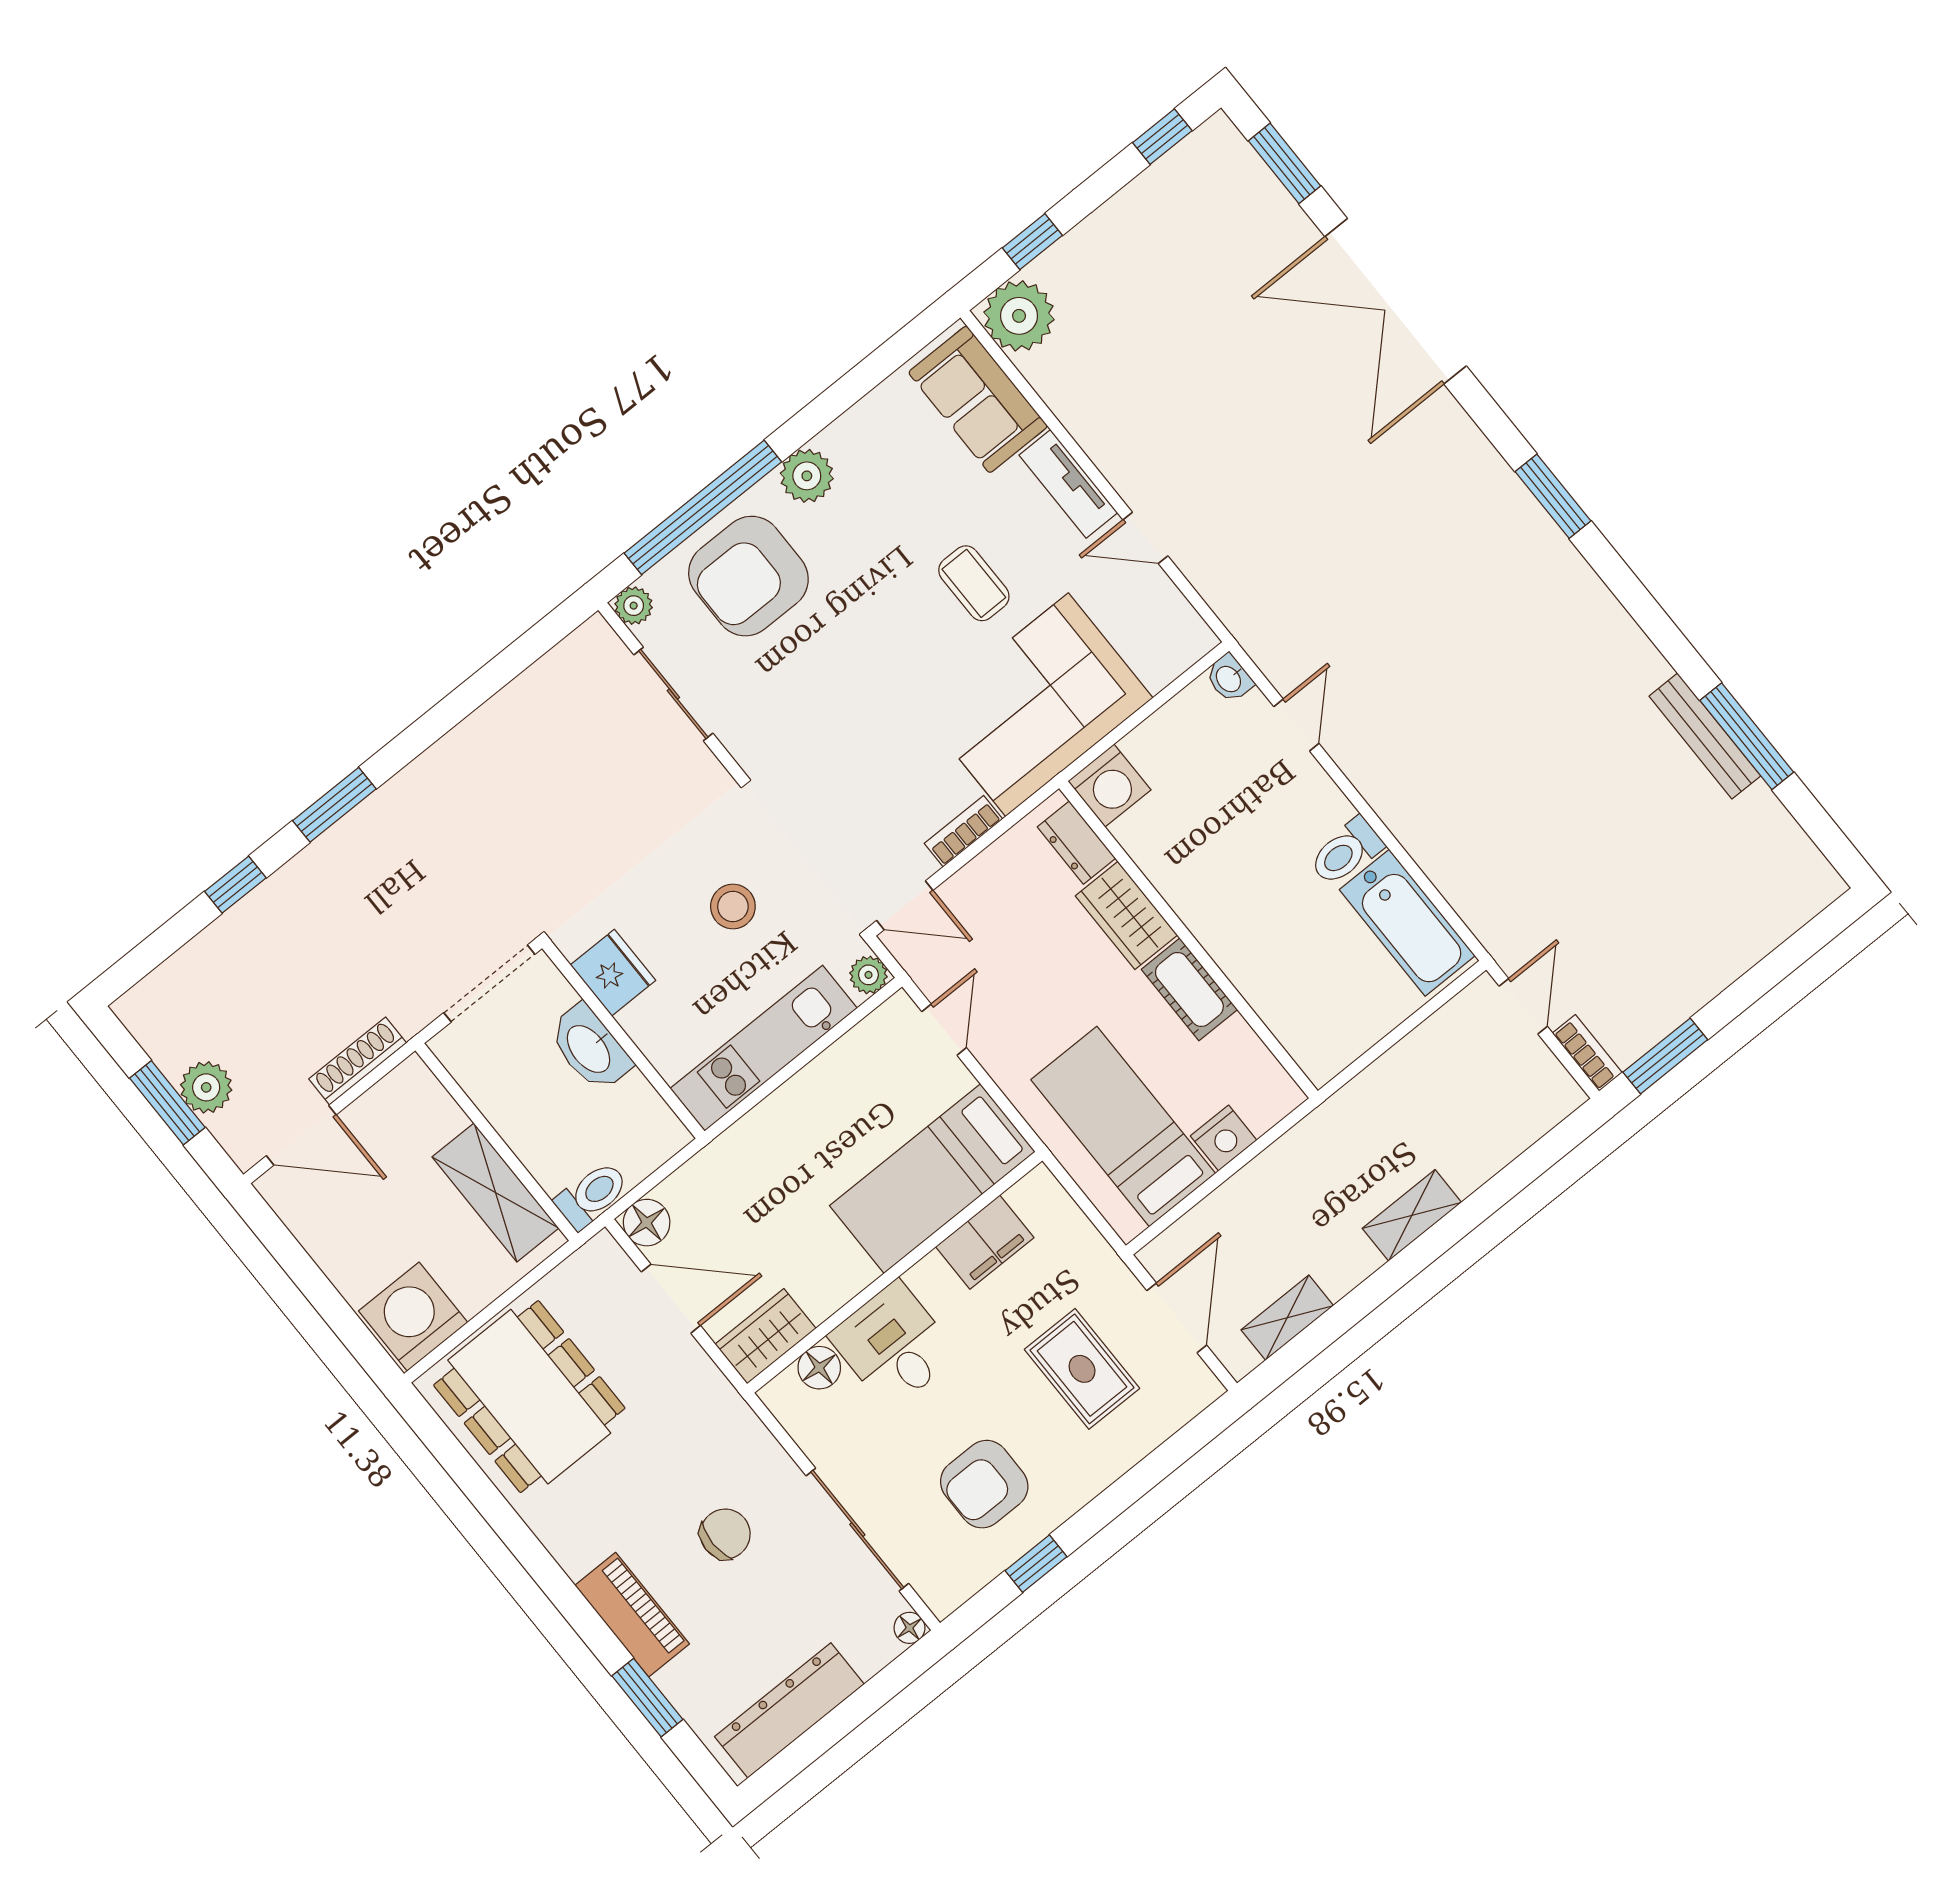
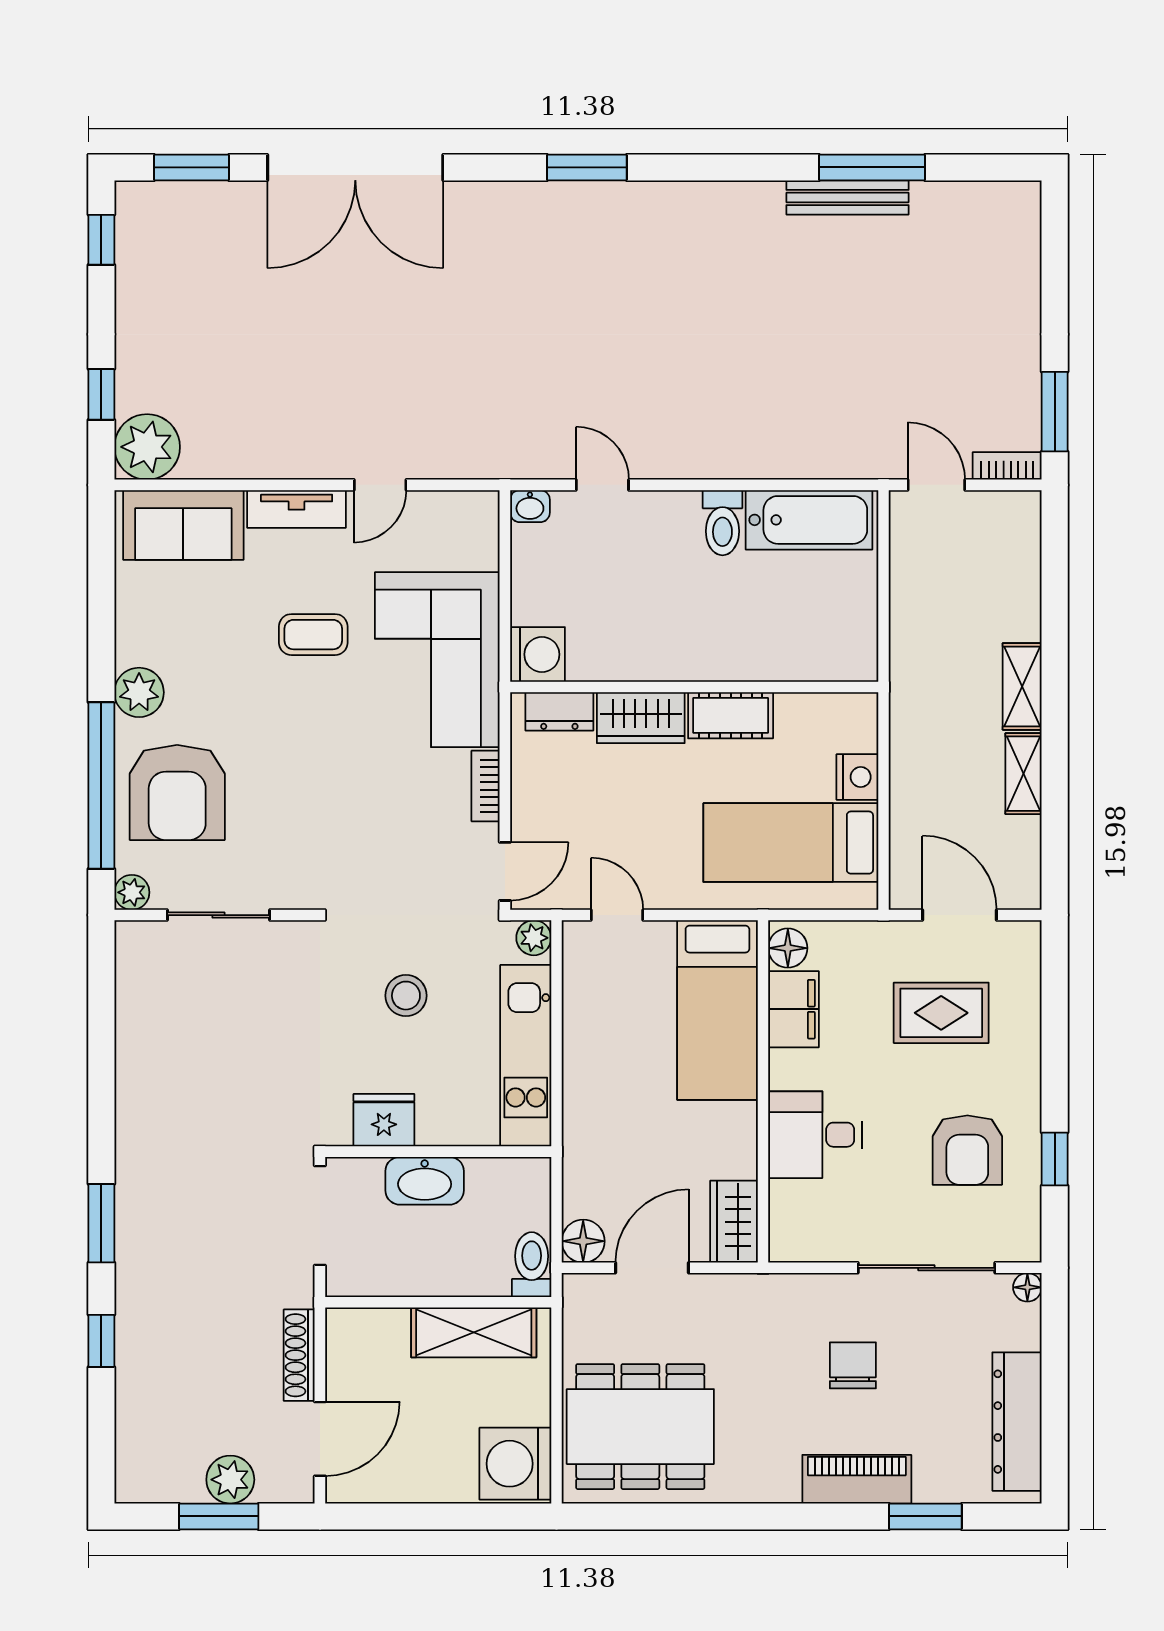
shelving: (1287, 1318) -> (1024, 774), moved
floor lamp: (819, 1368) -> (788, 948), moved

